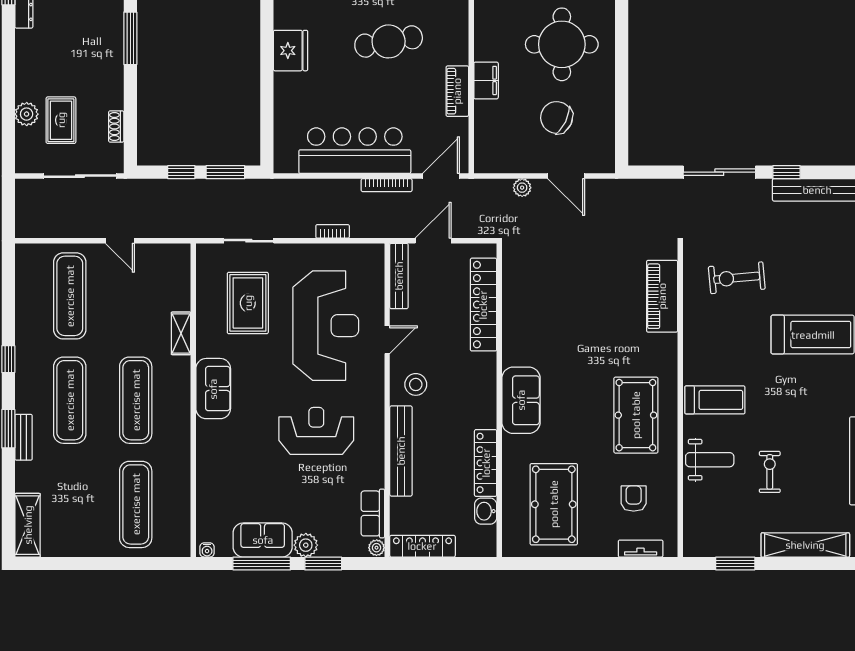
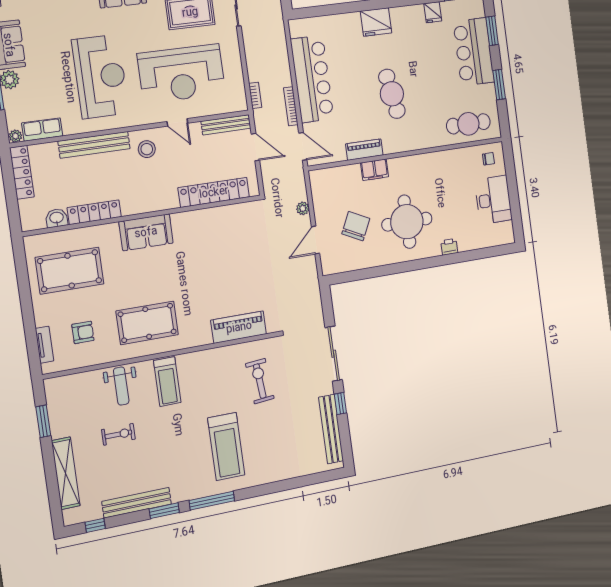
bookcase: (333, 231) -> (255, 95), moved
reception desk: (316, 431) -> (100, 77), width x1.36, depth x1.30

